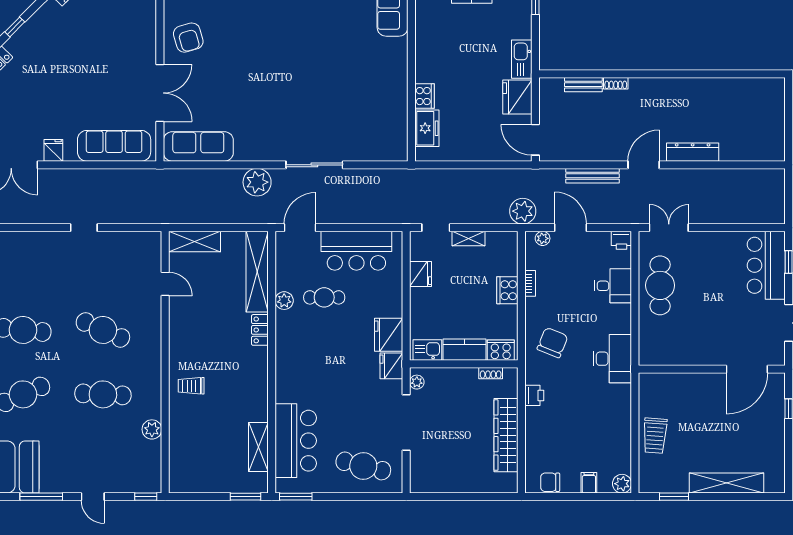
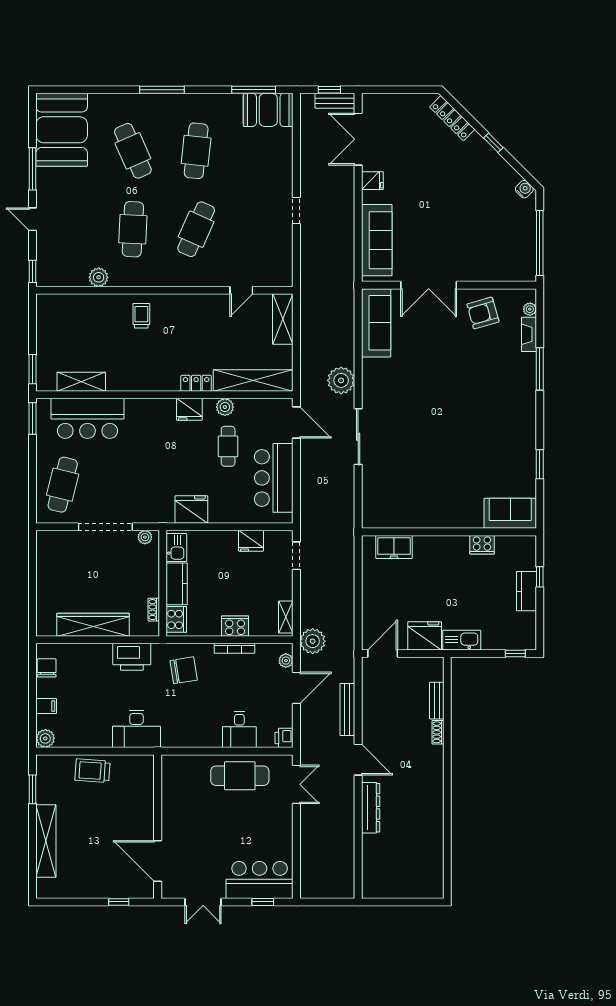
cooker: (424, 96) -> (482, 545), moved
shelving: (468, 239) -> (286, 617), moved
bookcase: (530, 283) -> (235, 648), width x1.56
chair: (553, 343) -> (184, 670), turned -31
desk: (612, 359) -> (136, 729), moved
fridge: (391, 366) -> (189, 409), moved, turned 180
printer: (534, 395) -> (132, 657), width x1.87, depth x1.48
door: (93, 497) -> (33, 219), hinge flipped

